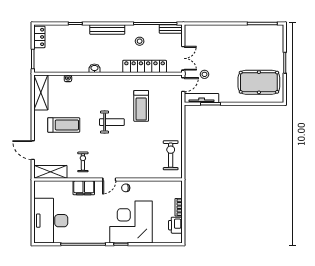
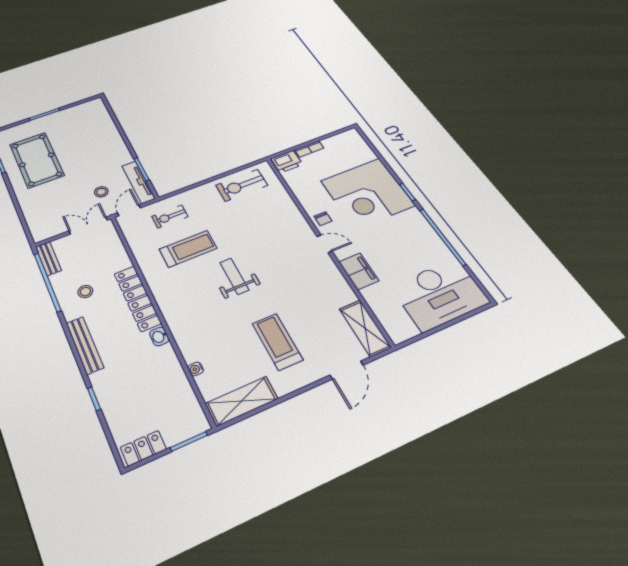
locker: (145, 66) -> (137, 298), moved
pool table: (259, 82) -> (37, 160), moved
door: (183, 85) -> (129, 210), hinge flipped
exercise bike: (83, 162) -> (170, 217), moved
printer: (175, 225) -> (287, 162), moved

